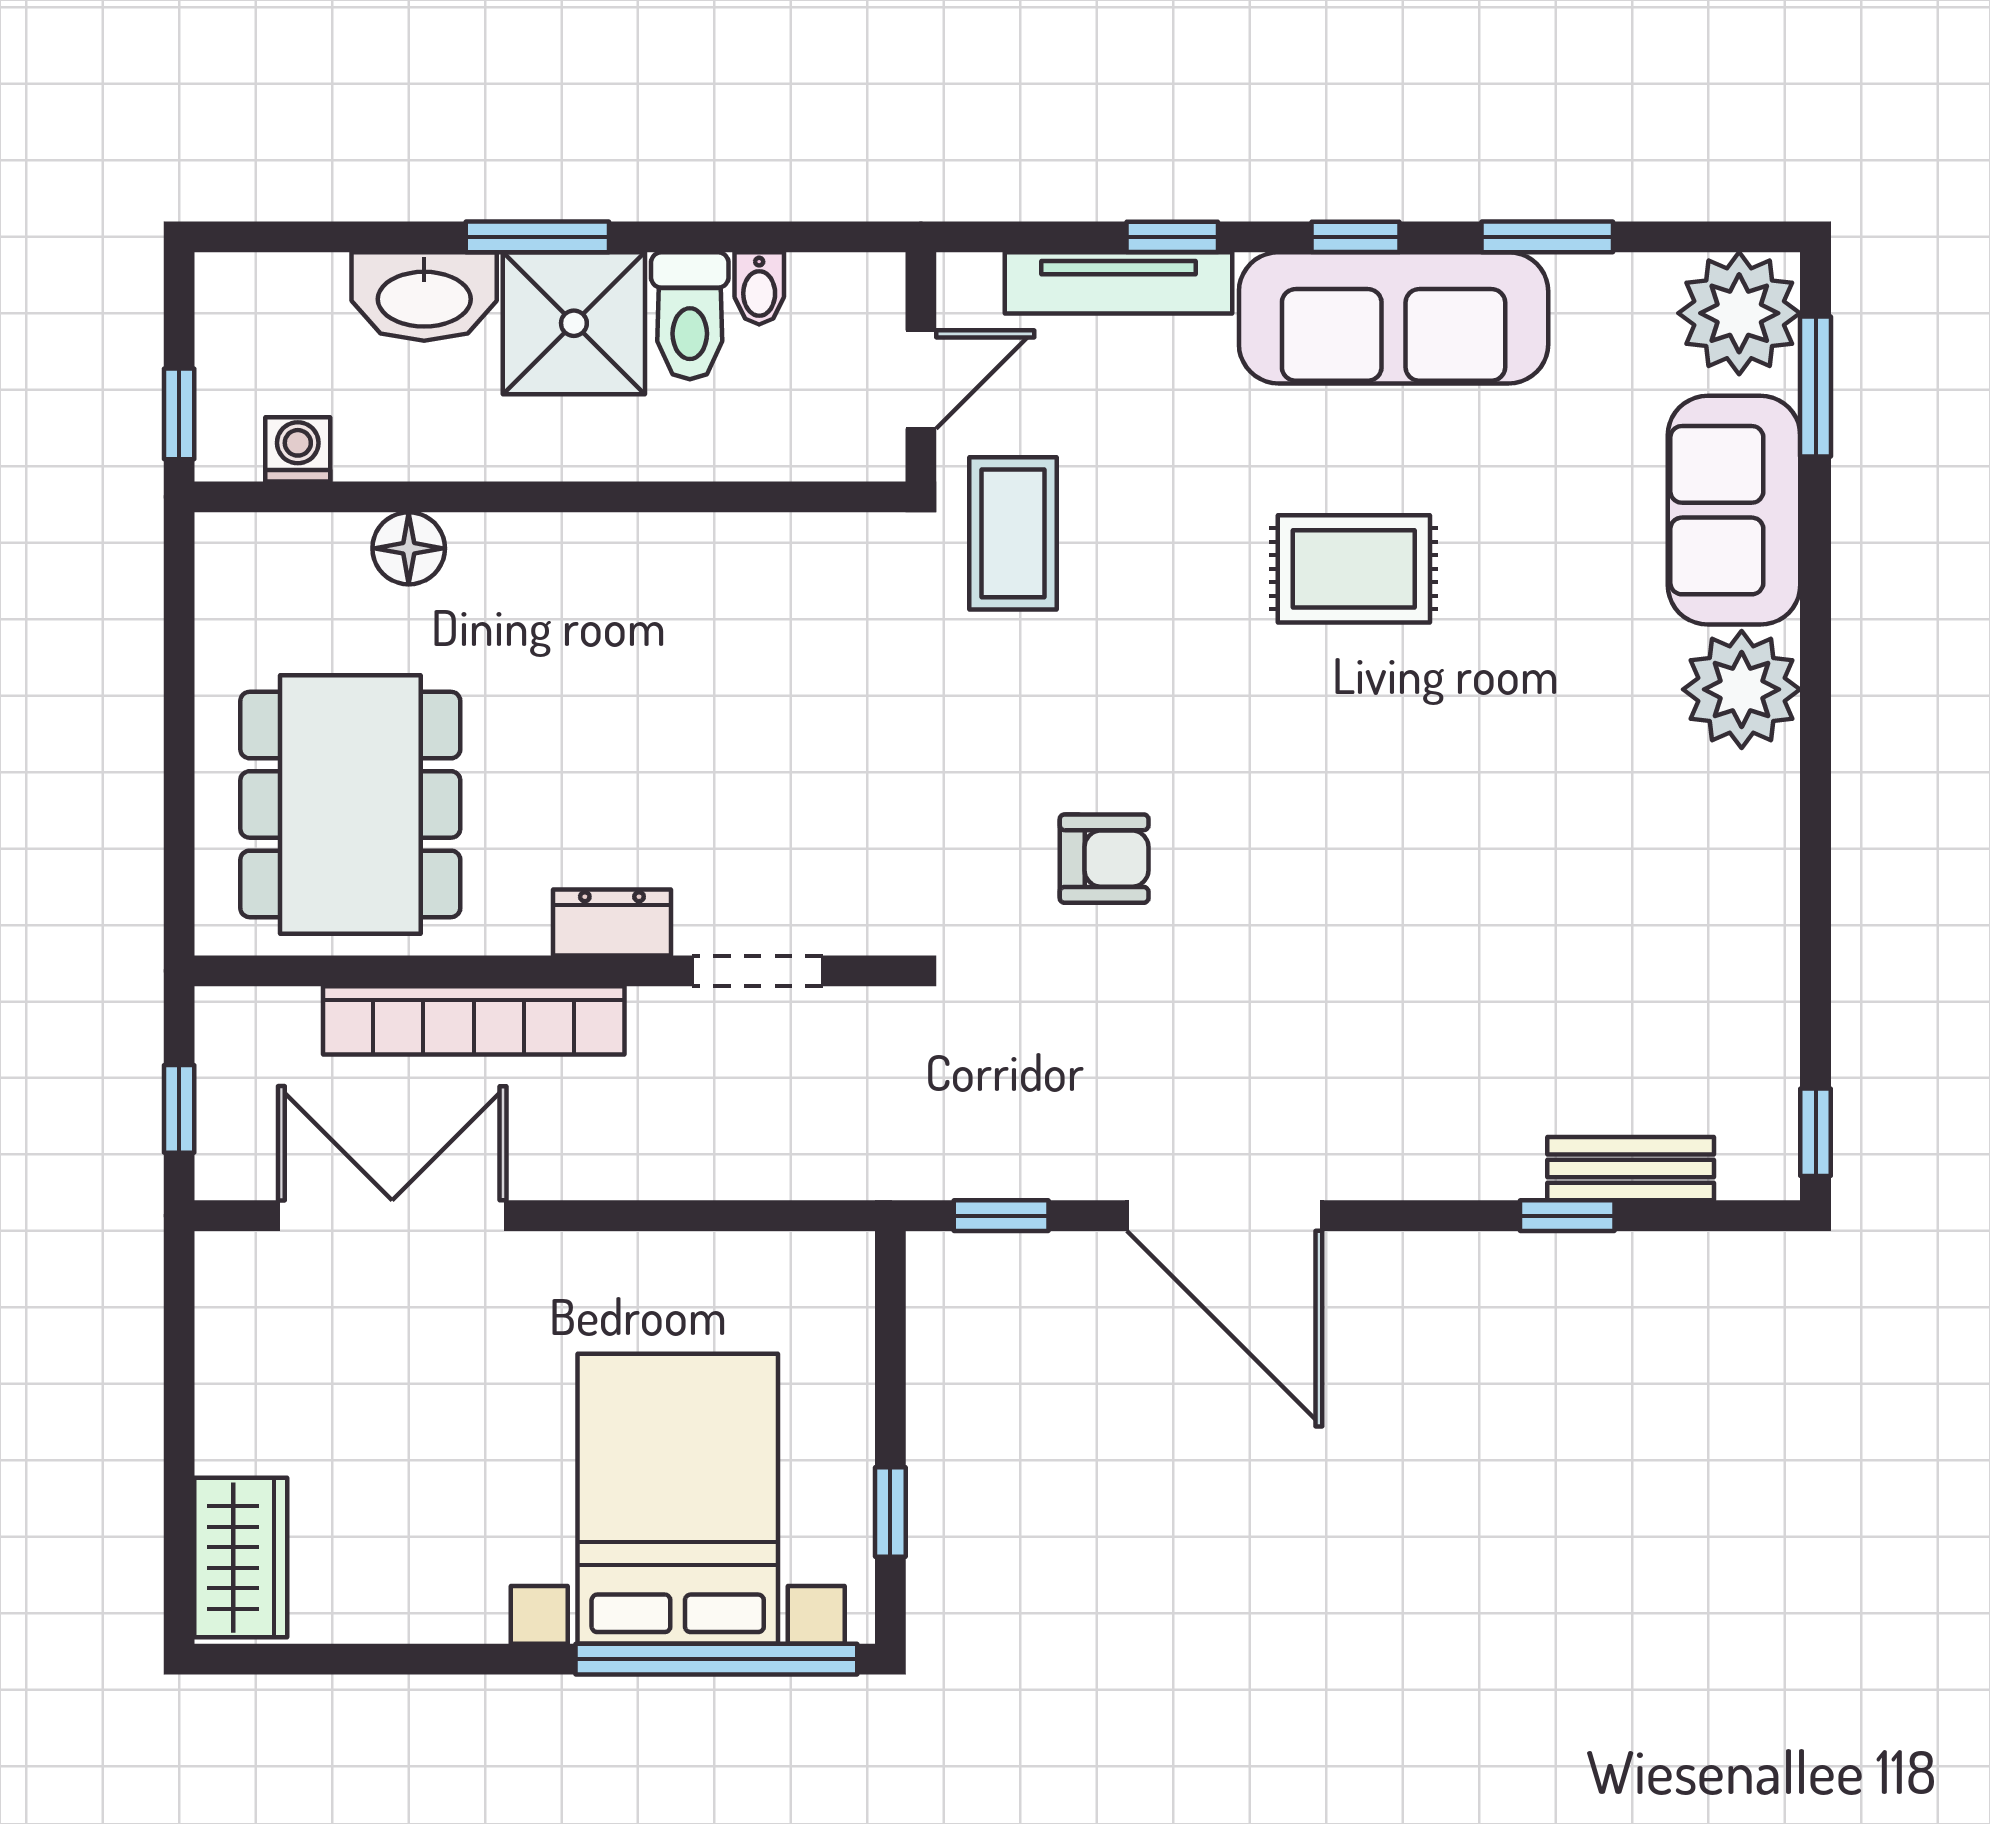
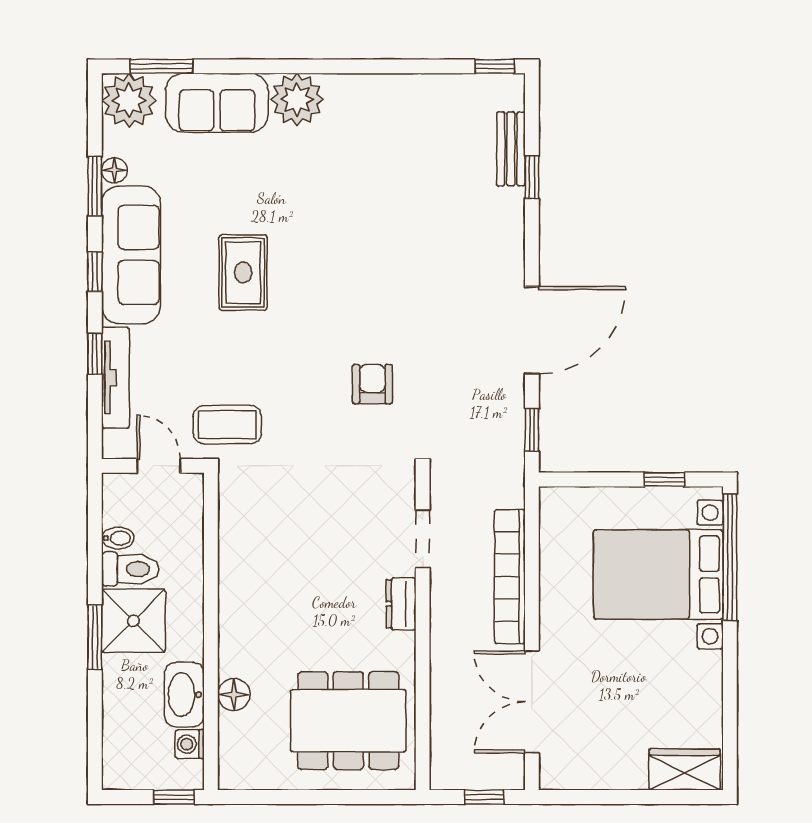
floor lamp: (1583, 281) -> (114, 170), added
washbasin: (424, 296) -> (184, 695), moved, turned 180
bookcase: (474, 1020) -> (510, 577), moved, turned 180

